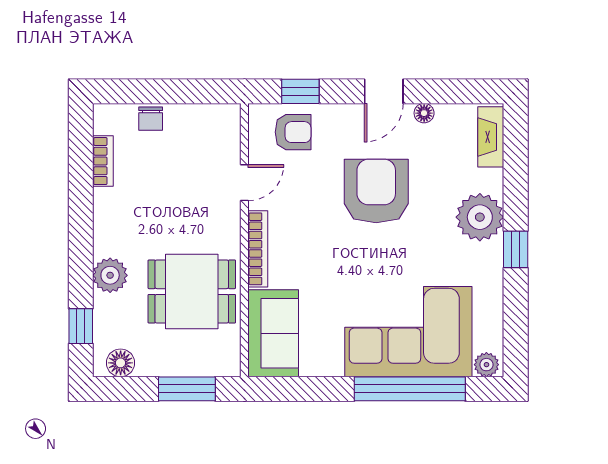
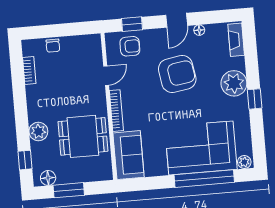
armchair: (376, 191) -> (177, 74), turned 81
window: (187, 389) -> (69, 190), moved

